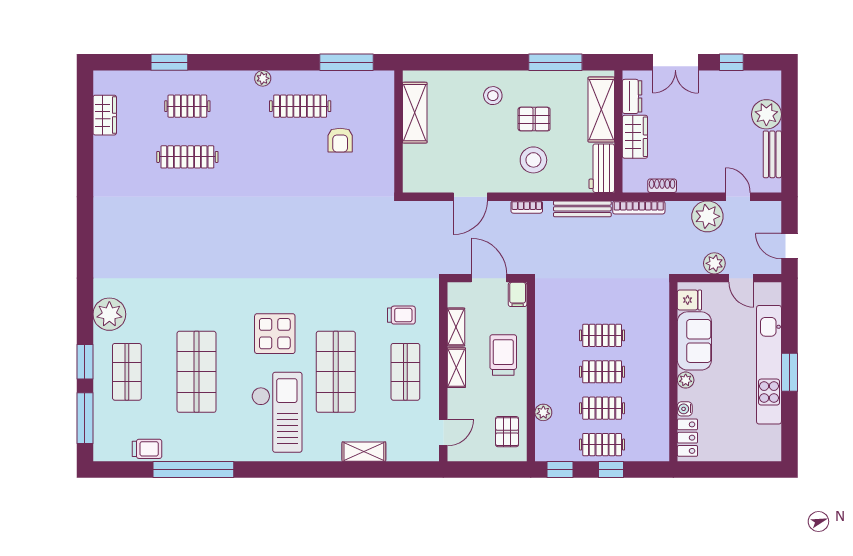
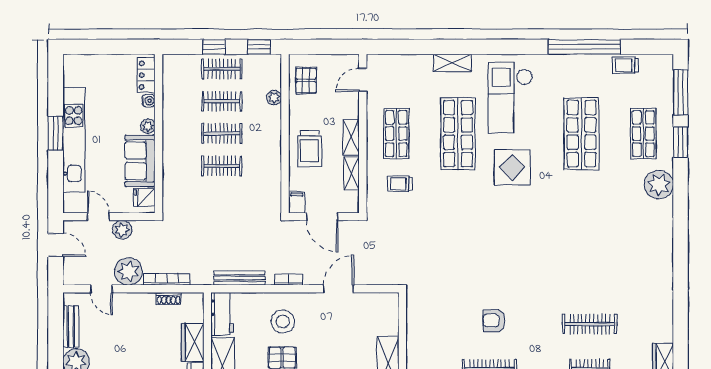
armchair: (340, 140) -> (494, 320), moved, turned -90
bookcase: (639, 207) -> (167, 279), moved
shelving: (364, 452) -> (452, 63), moved

